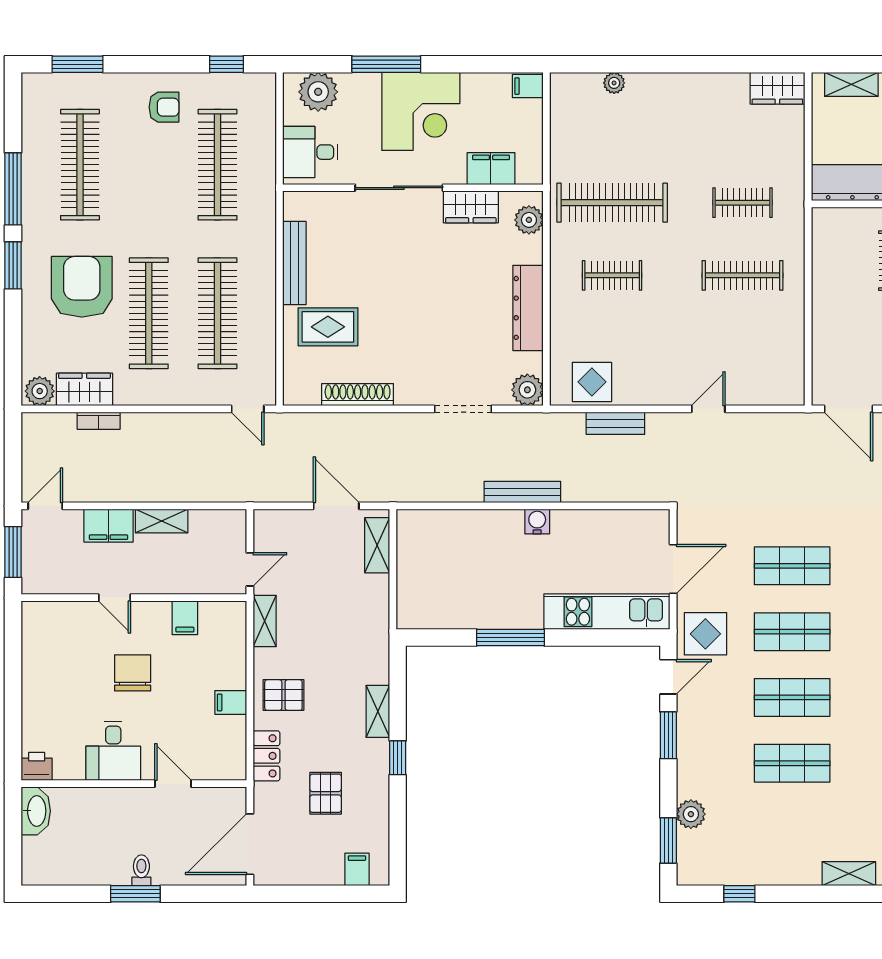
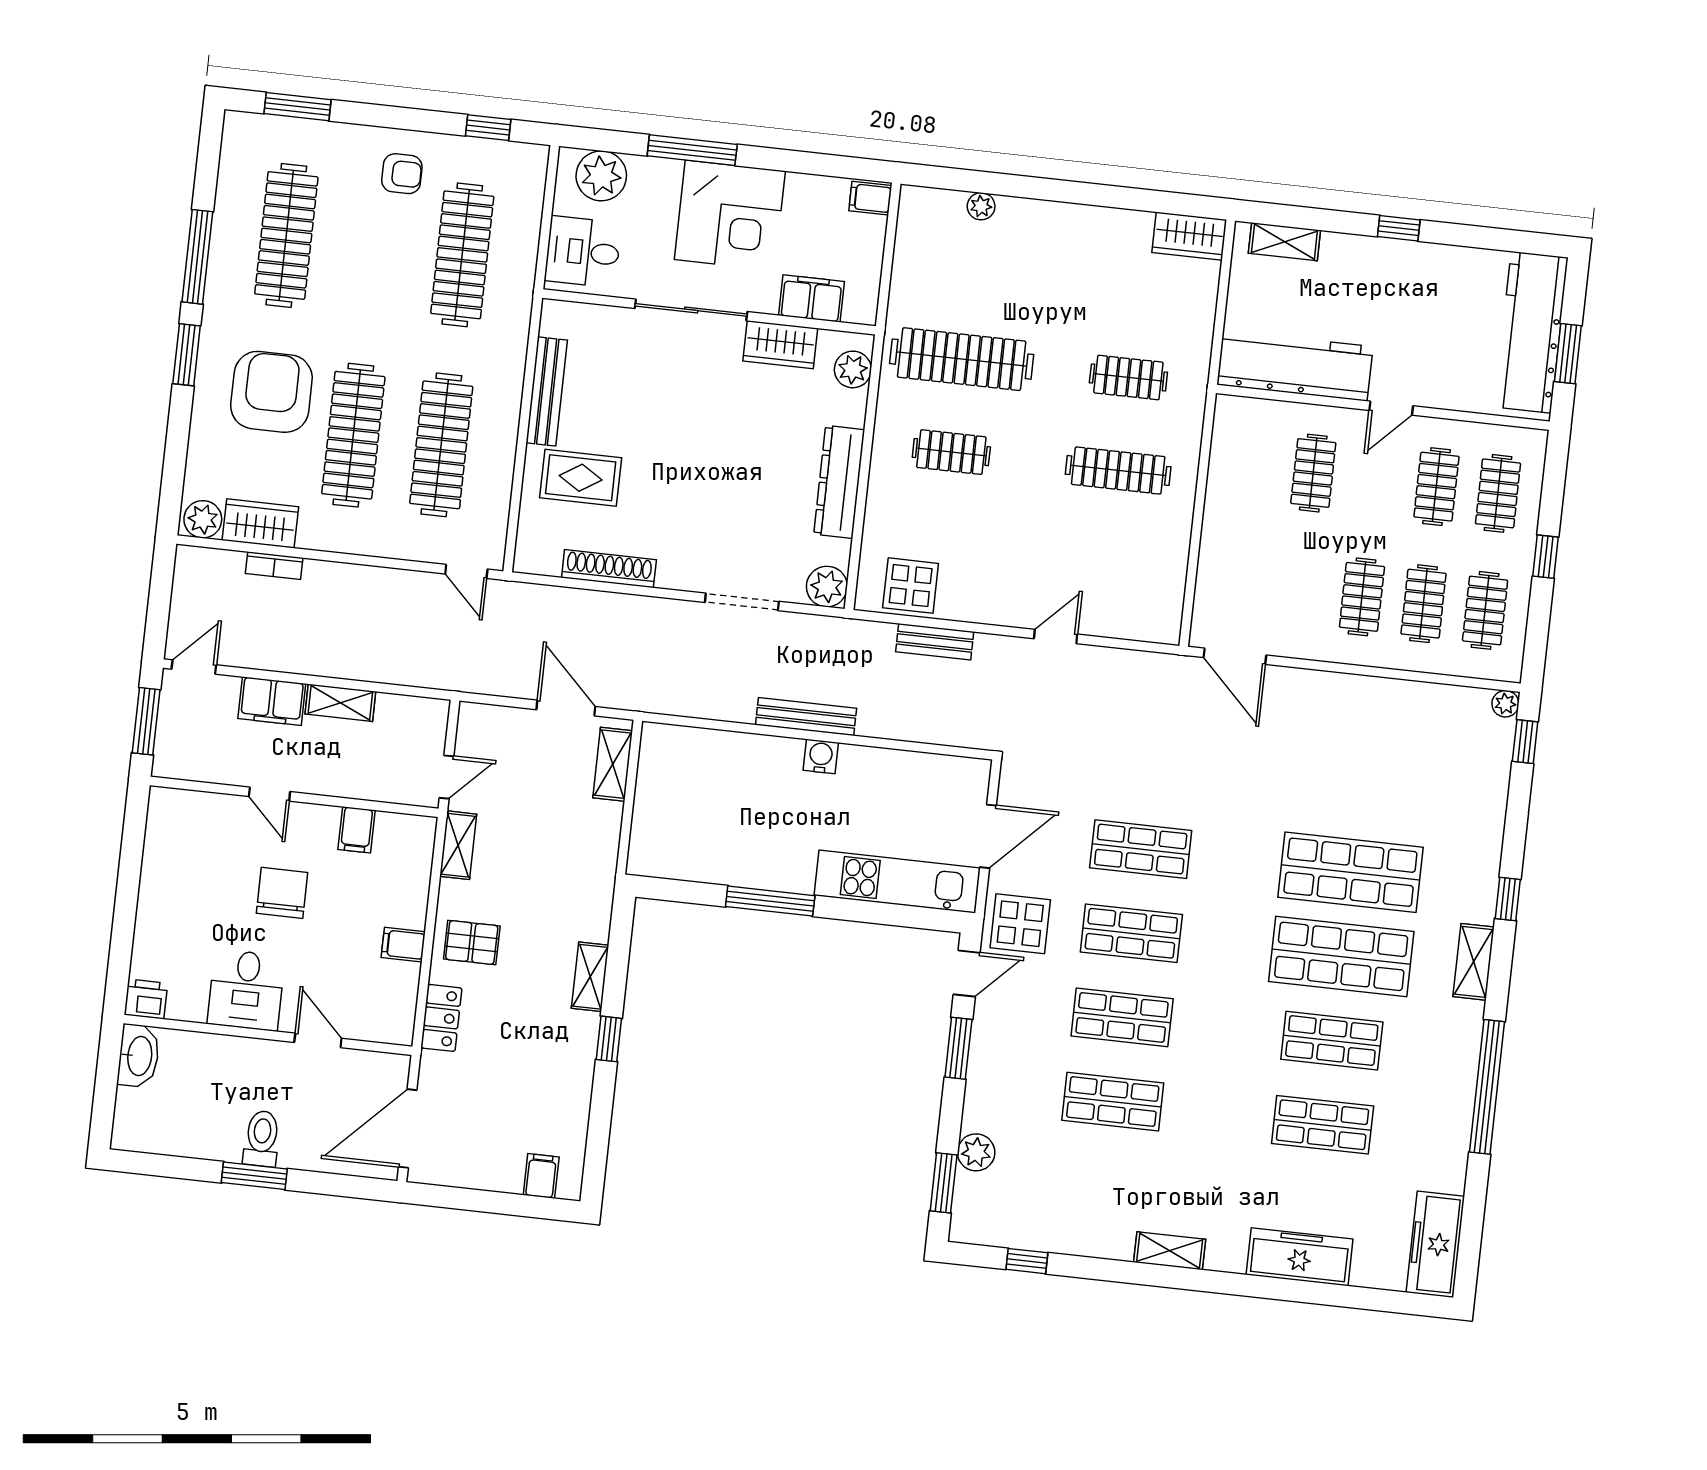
pallet: (326, 793) -> (512, 1074), removed
toilet: (141, 870) -> (262, 1139), width x1.37, depth x1.39

